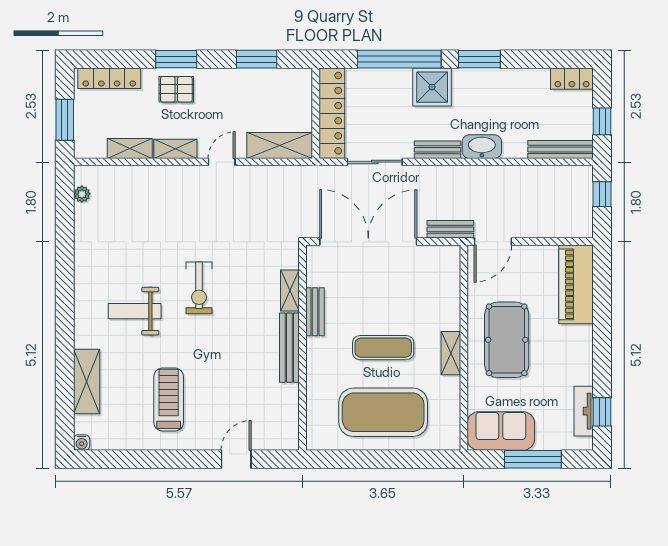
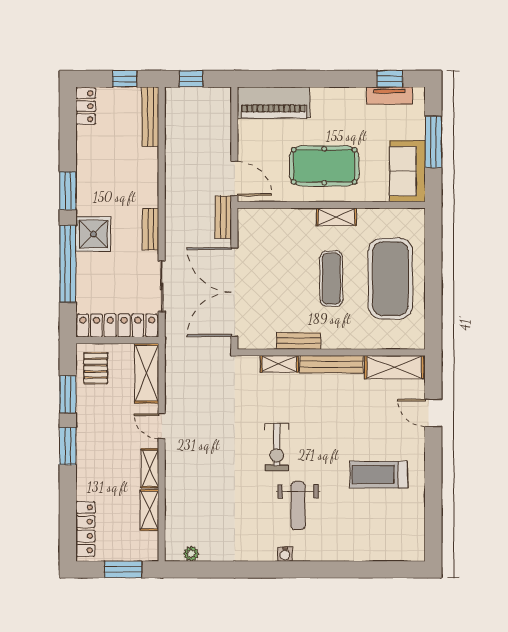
window: (176, 59) -> (68, 446), moved
pallet: (176, 89) -> (96, 368), moved
washbasin: (482, 147) -> (148, 189), removed
exercise bike: (199, 288) -> (277, 447), turned 90
shelving: (87, 382) -> (394, 367), moved
water cooler: (82, 442) -> (285, 554), moved, turned 90

